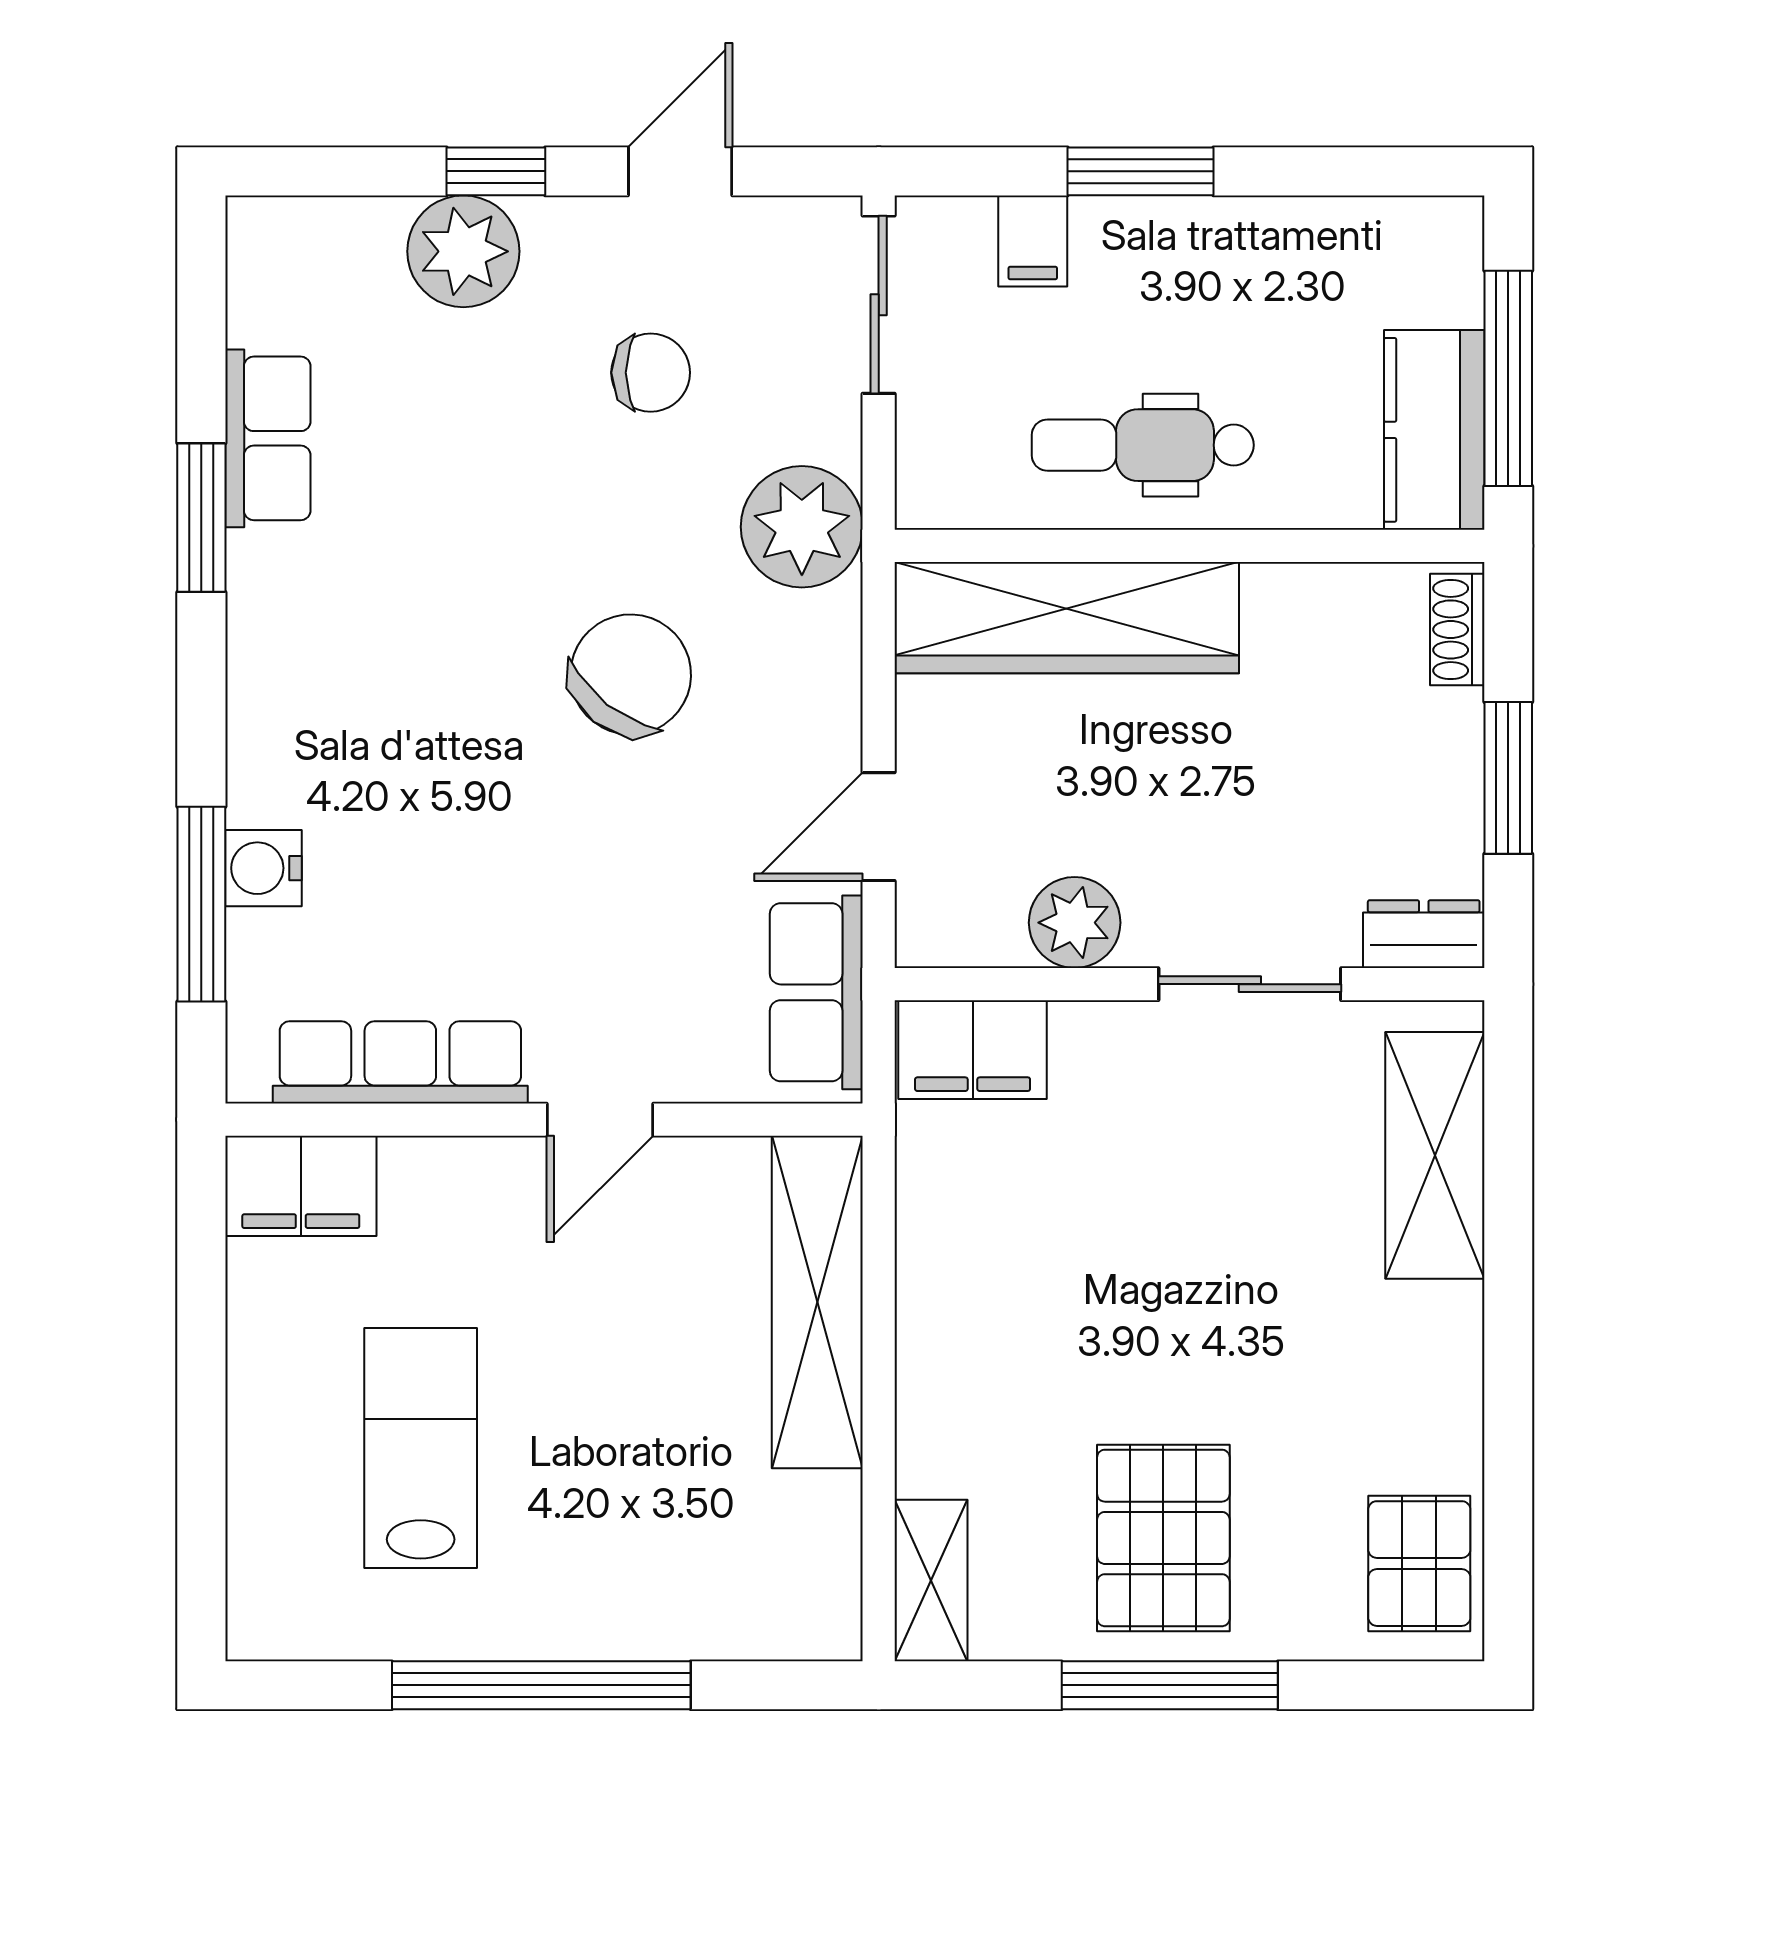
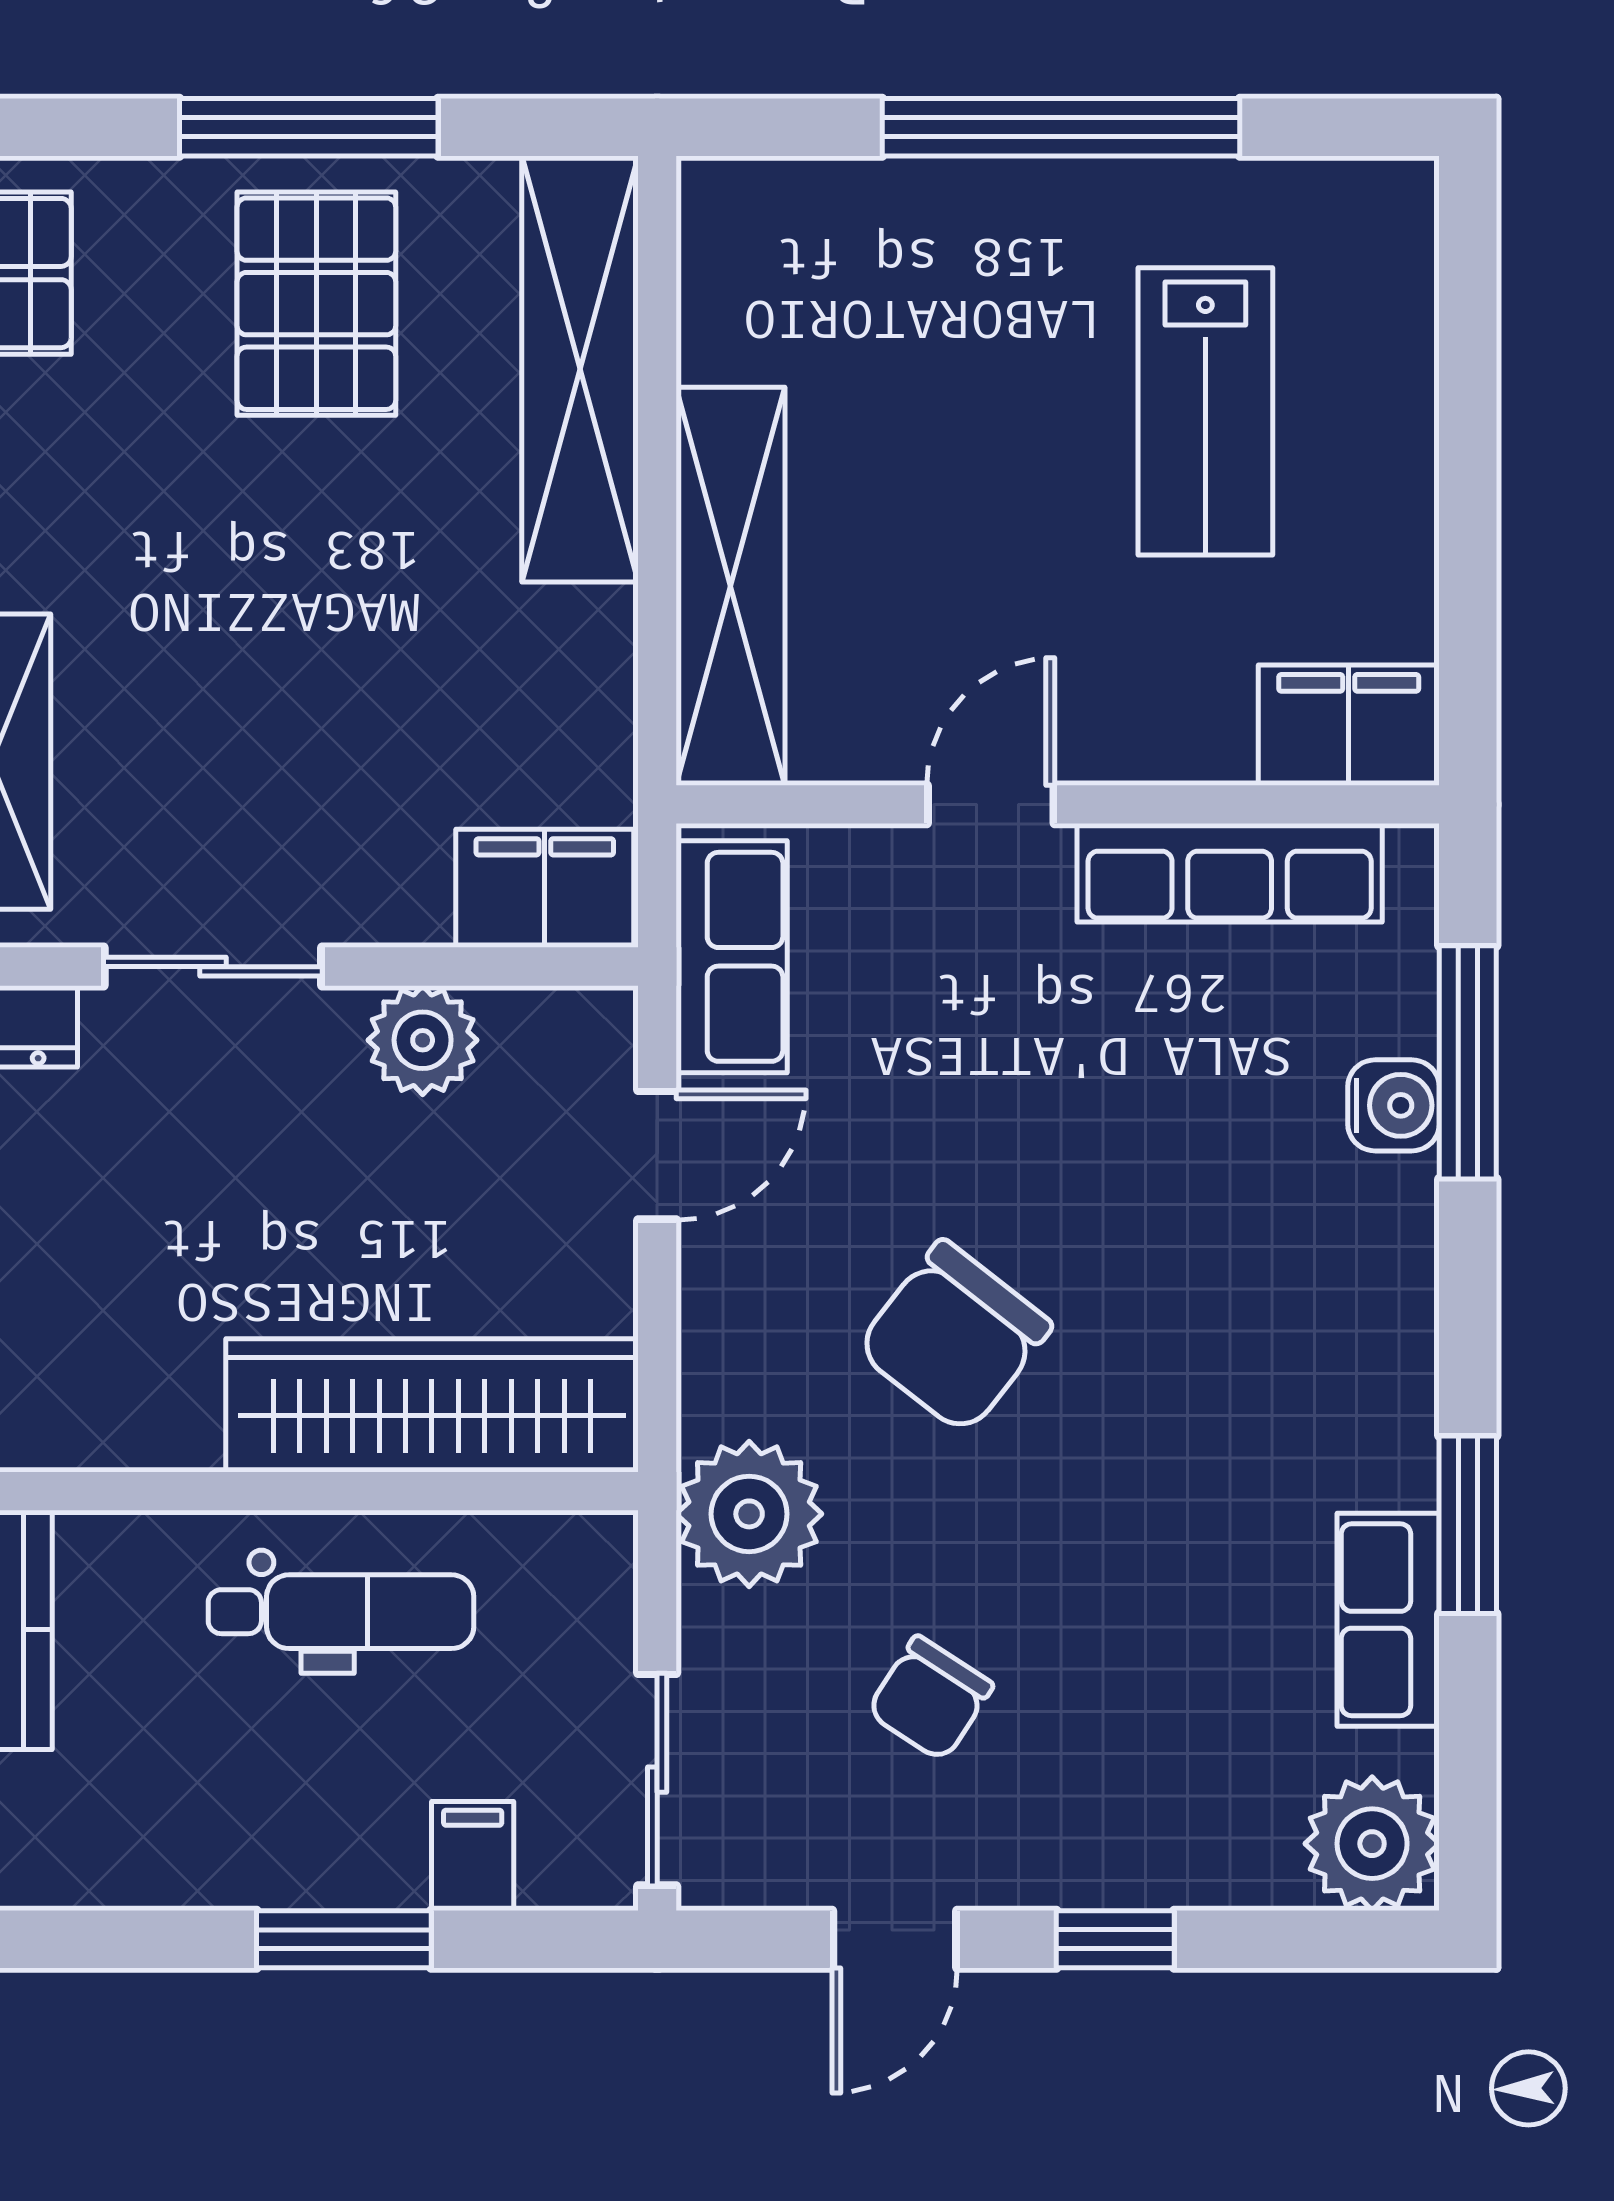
plant: (463, 251) -> (1372, 1844), moved
chair: (651, 373) -> (930, 1698), turned -57
shelving: (931, 1580) -> (580, 369), width x2.20, depth x1.33

